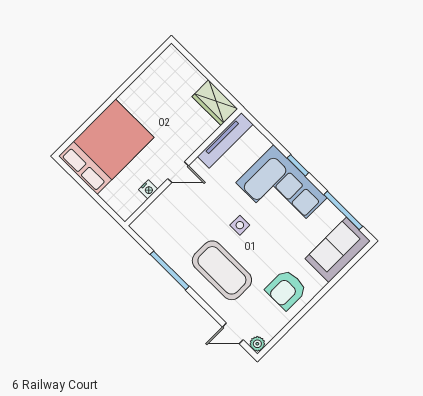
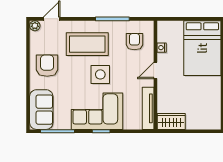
armchair: (170, 224) -> (134, 42), added
side table: (240, 225) -> (100, 74), width x1.87, depth x1.87

